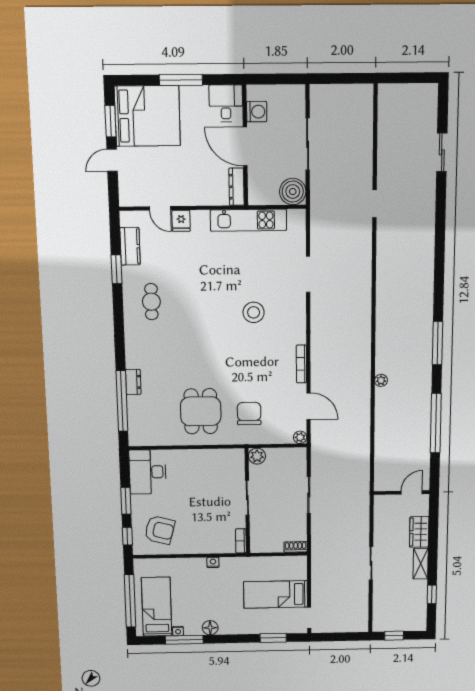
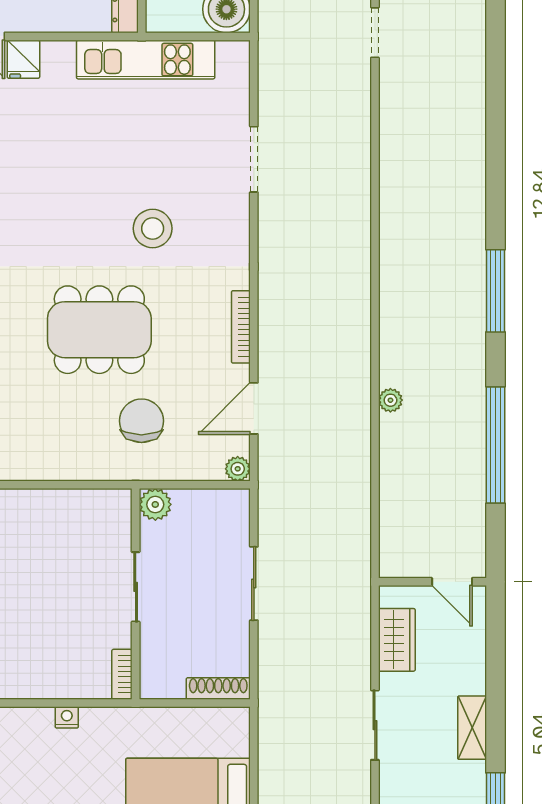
plant: (381, 380) -> (390, 400), moved
door: (308, 406) -> (254, 408), swing flipped
dining table: (201, 411) -> (99, 330), moved, width x1.38
door: (412, 492) -> (452, 582), swing flipped
wardrobe: (419, 532) -> (397, 640), moved, turned 180
shoe rack: (296, 547) -> (218, 688), width x1.43

